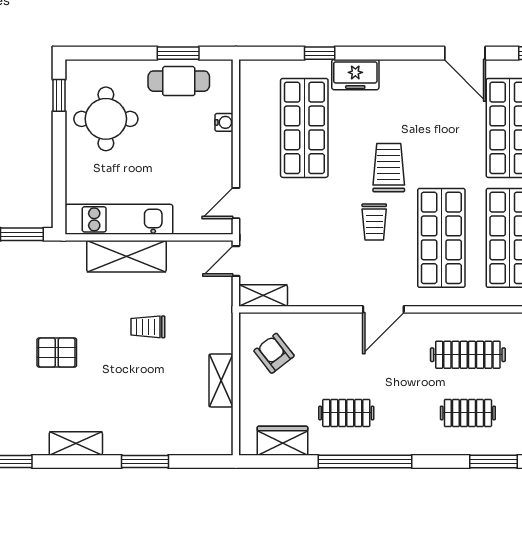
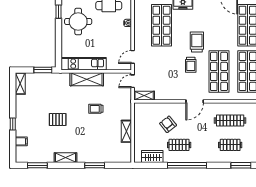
armchair: (274, 353) -> (168, 124), moved

